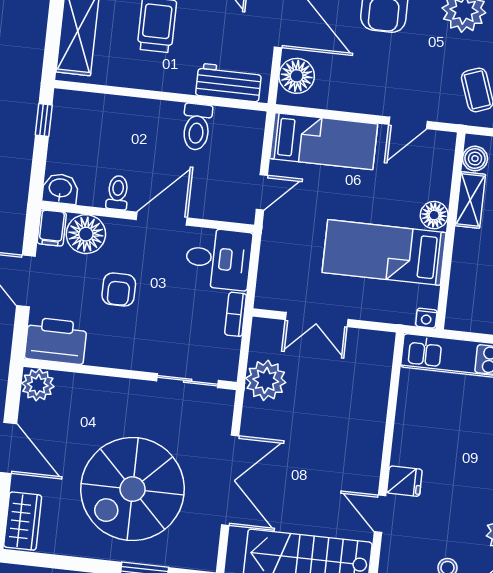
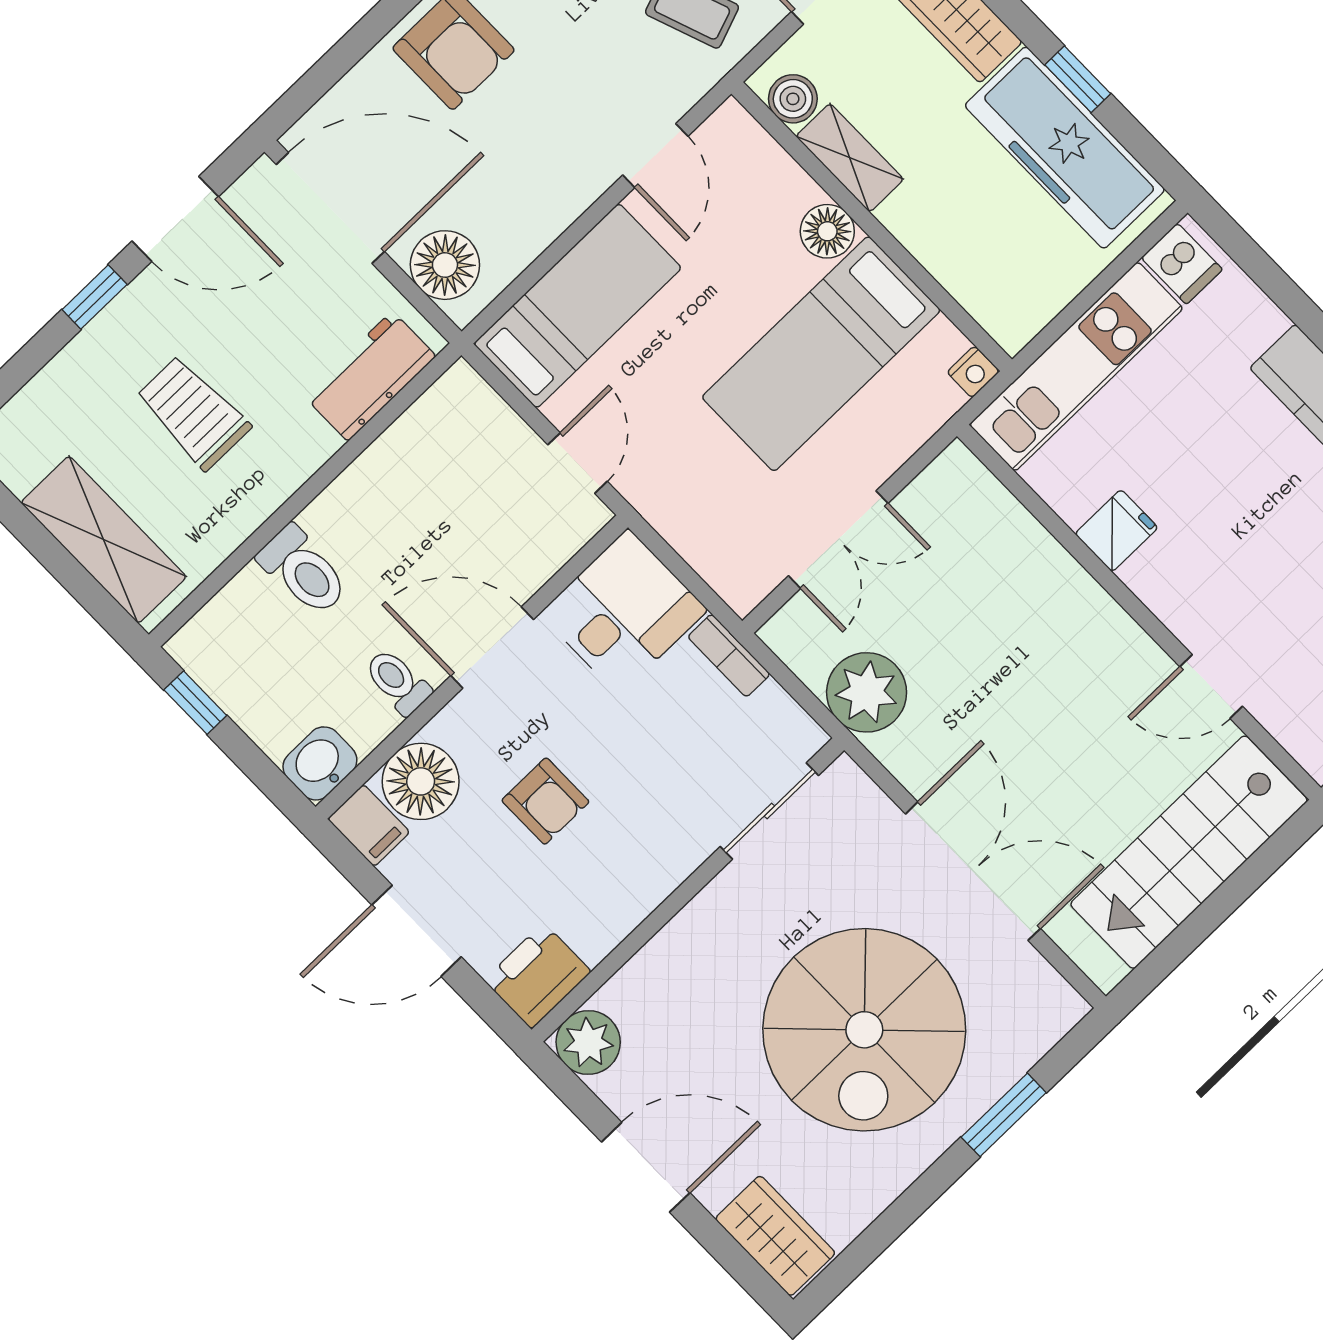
toilet: (197, 127) -> (303, 571), moved
door: (162, 219) -> (492, 647), hinge flipped
printer: (56, 341) -> (538, 976), width x0.73, depth x0.84
fridge: (404, 481) -> (1116, 531), moved

